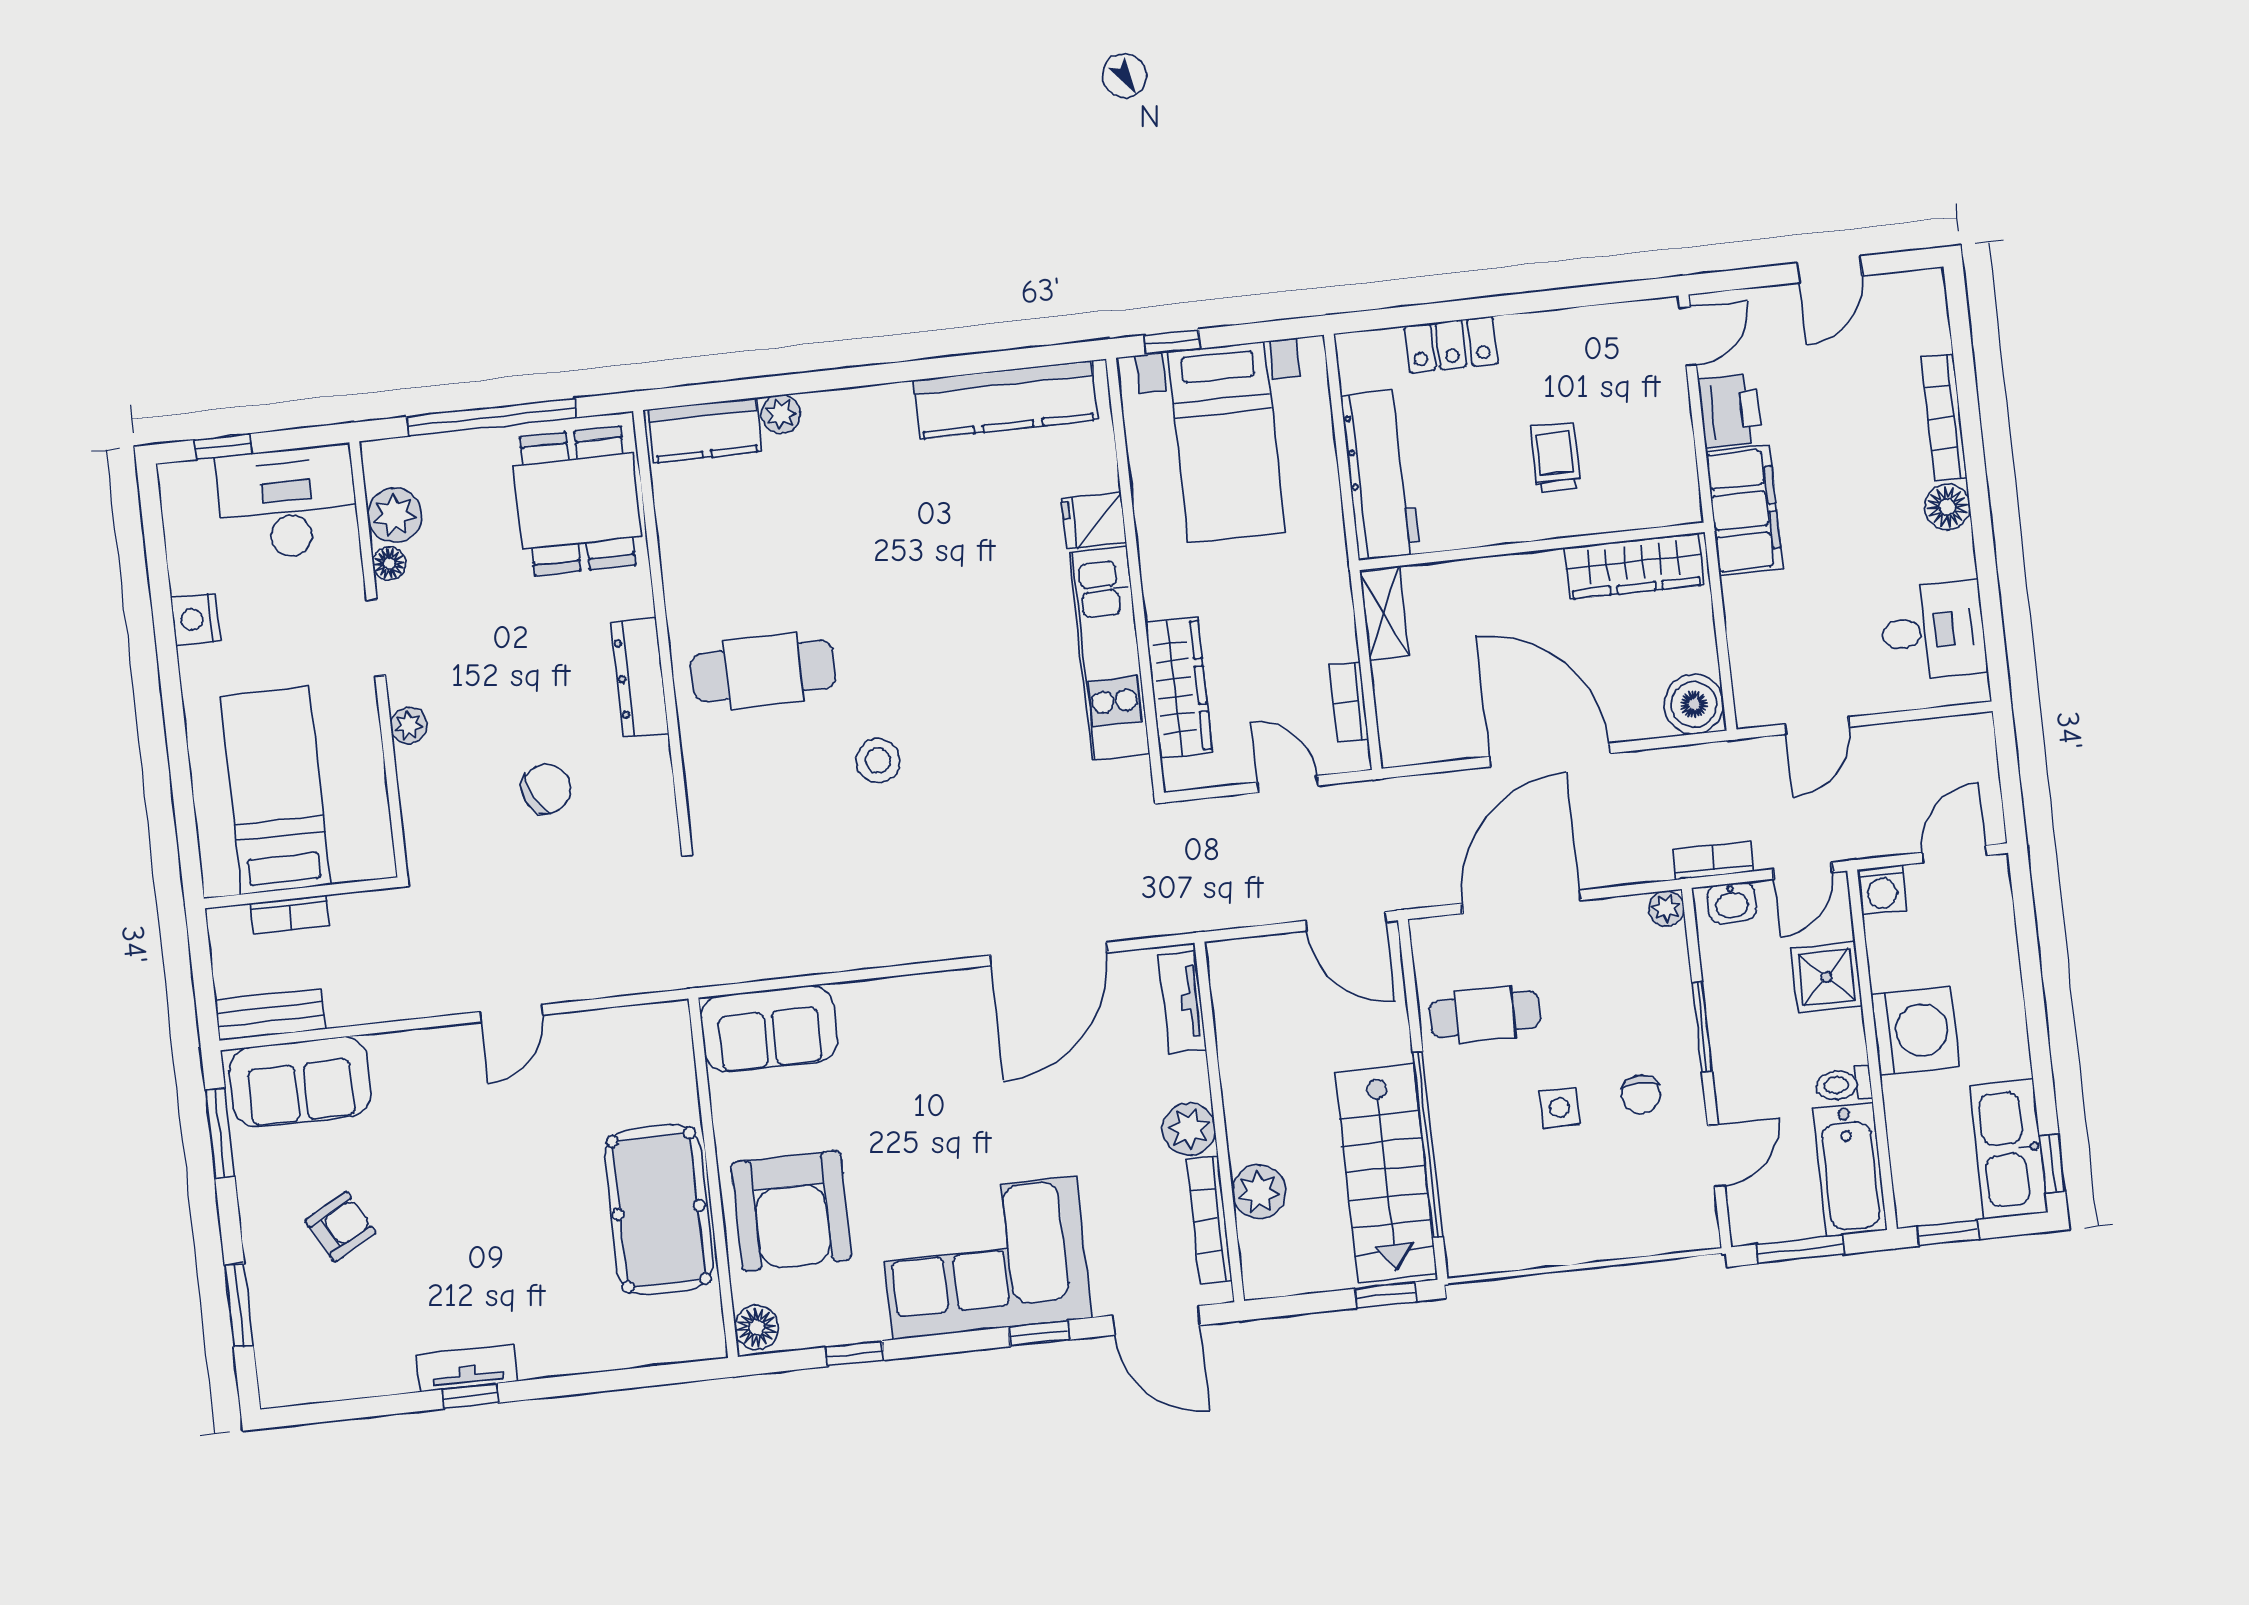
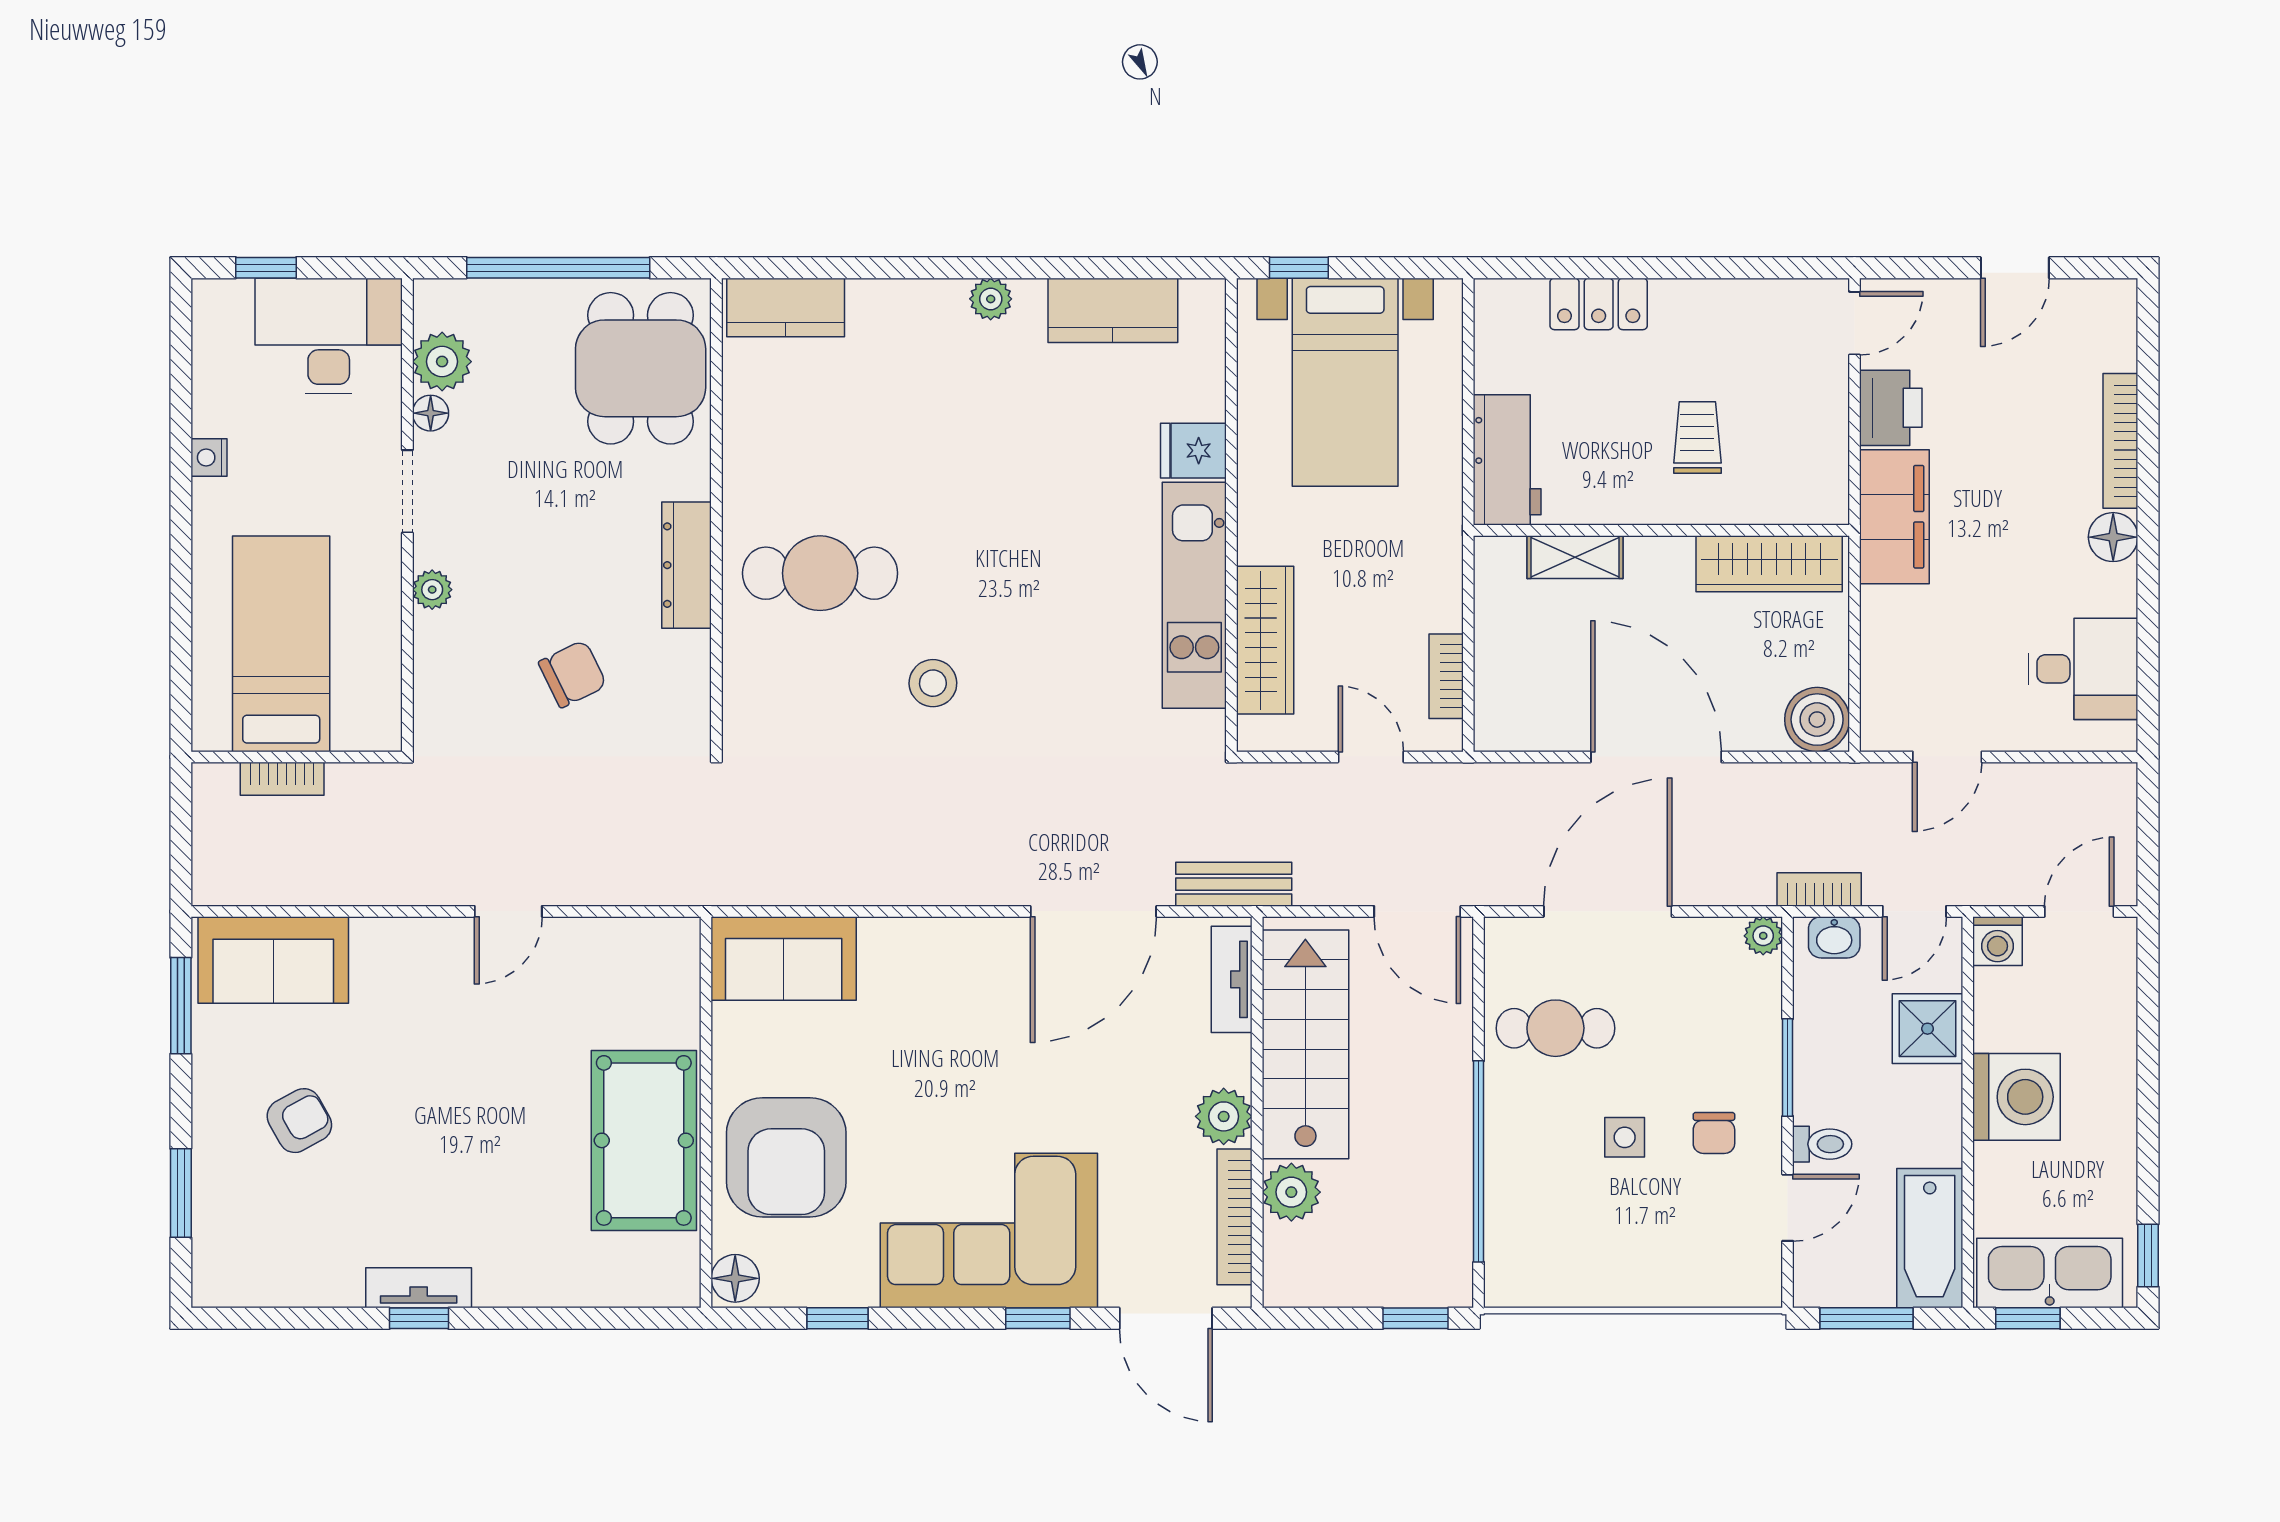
kitchen counter: (1006, 400) -> (1113, 310), width x0.67
plant: (781, 414) -> (991, 299), moved
workbench: (1380, 475) -> (1507, 460), width x0.73
shelving: (1384, 614) -> (1575, 557), moved, turned 90
nightstand: (195, 619) -> (209, 458), width x0.72, depth x0.74
bench: (270, 1015) -> (1234, 884), moved
toilet: (1844, 1084) -> (1822, 1144), moved, turned 180
kitchen sink: (2009, 1149) -> (2050, 1273), moved, turned 90
stairs: (1386, 1173) -> (1305, 1044), moved, turned 180

